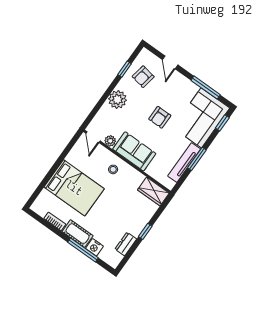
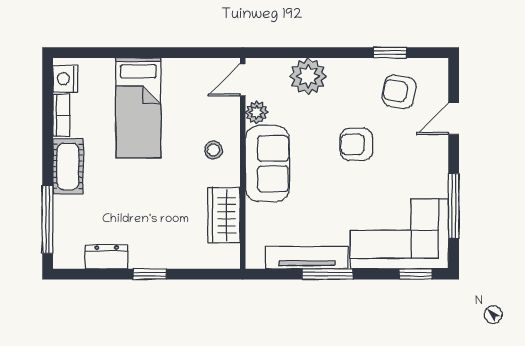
plant: (117, 99) -> (308, 76), moved
armchair: (160, 117) -> (356, 144), moved
bed: (74, 188) -> (138, 108), width x0.67
wardrobe: (153, 192) -> (224, 215), moved
nightstand: (94, 247) -> (65, 79), moved
window: (83, 250) -> (48, 219), moved

